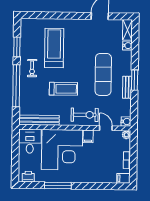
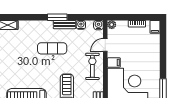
water cooler: (127, 46) -> (81, 25), moved
exercise mat: (103, 74) -> (52, 48), width x0.73, depth x0.69

